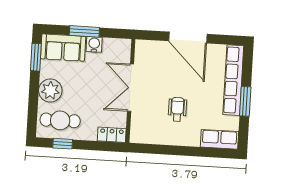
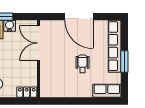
double door: (131, 88) -> (39, 43), moved
wheelchair: (177, 109) -> (83, 64), moved

